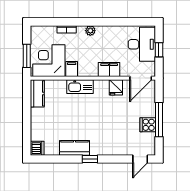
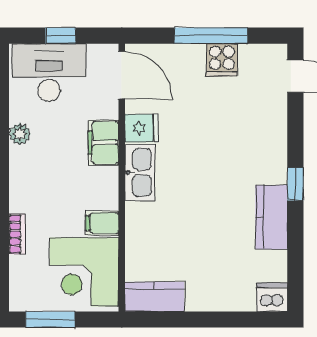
plant: (90, 31) -> (20, 134), moved
window: (27, 56) -> (50, 320), moved
kitchen sink: (80, 87) -> (140, 172), moved

